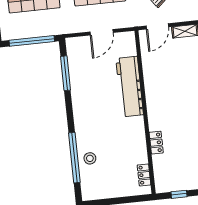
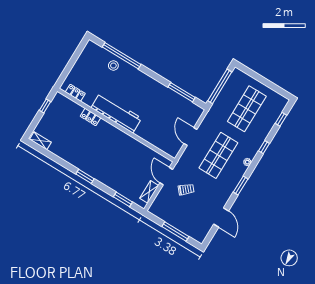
workbench: (130, 87) -> (116, 113), moved

